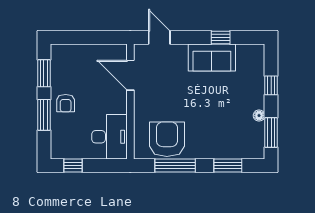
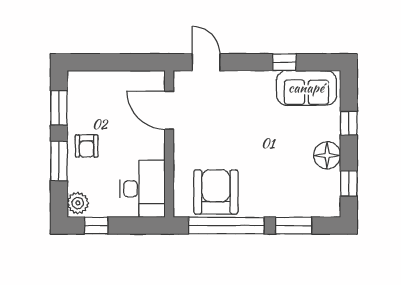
sofa: (212, 58) -> (306, 88), moved
floor lamp: (259, 116) -> (327, 155), width x1.89, depth x1.89
window: (271, 133) -> (349, 183), width x0.67
plant: (59, 148) -> (78, 203), added
window: (175, 166) -> (226, 226), width x1.46

